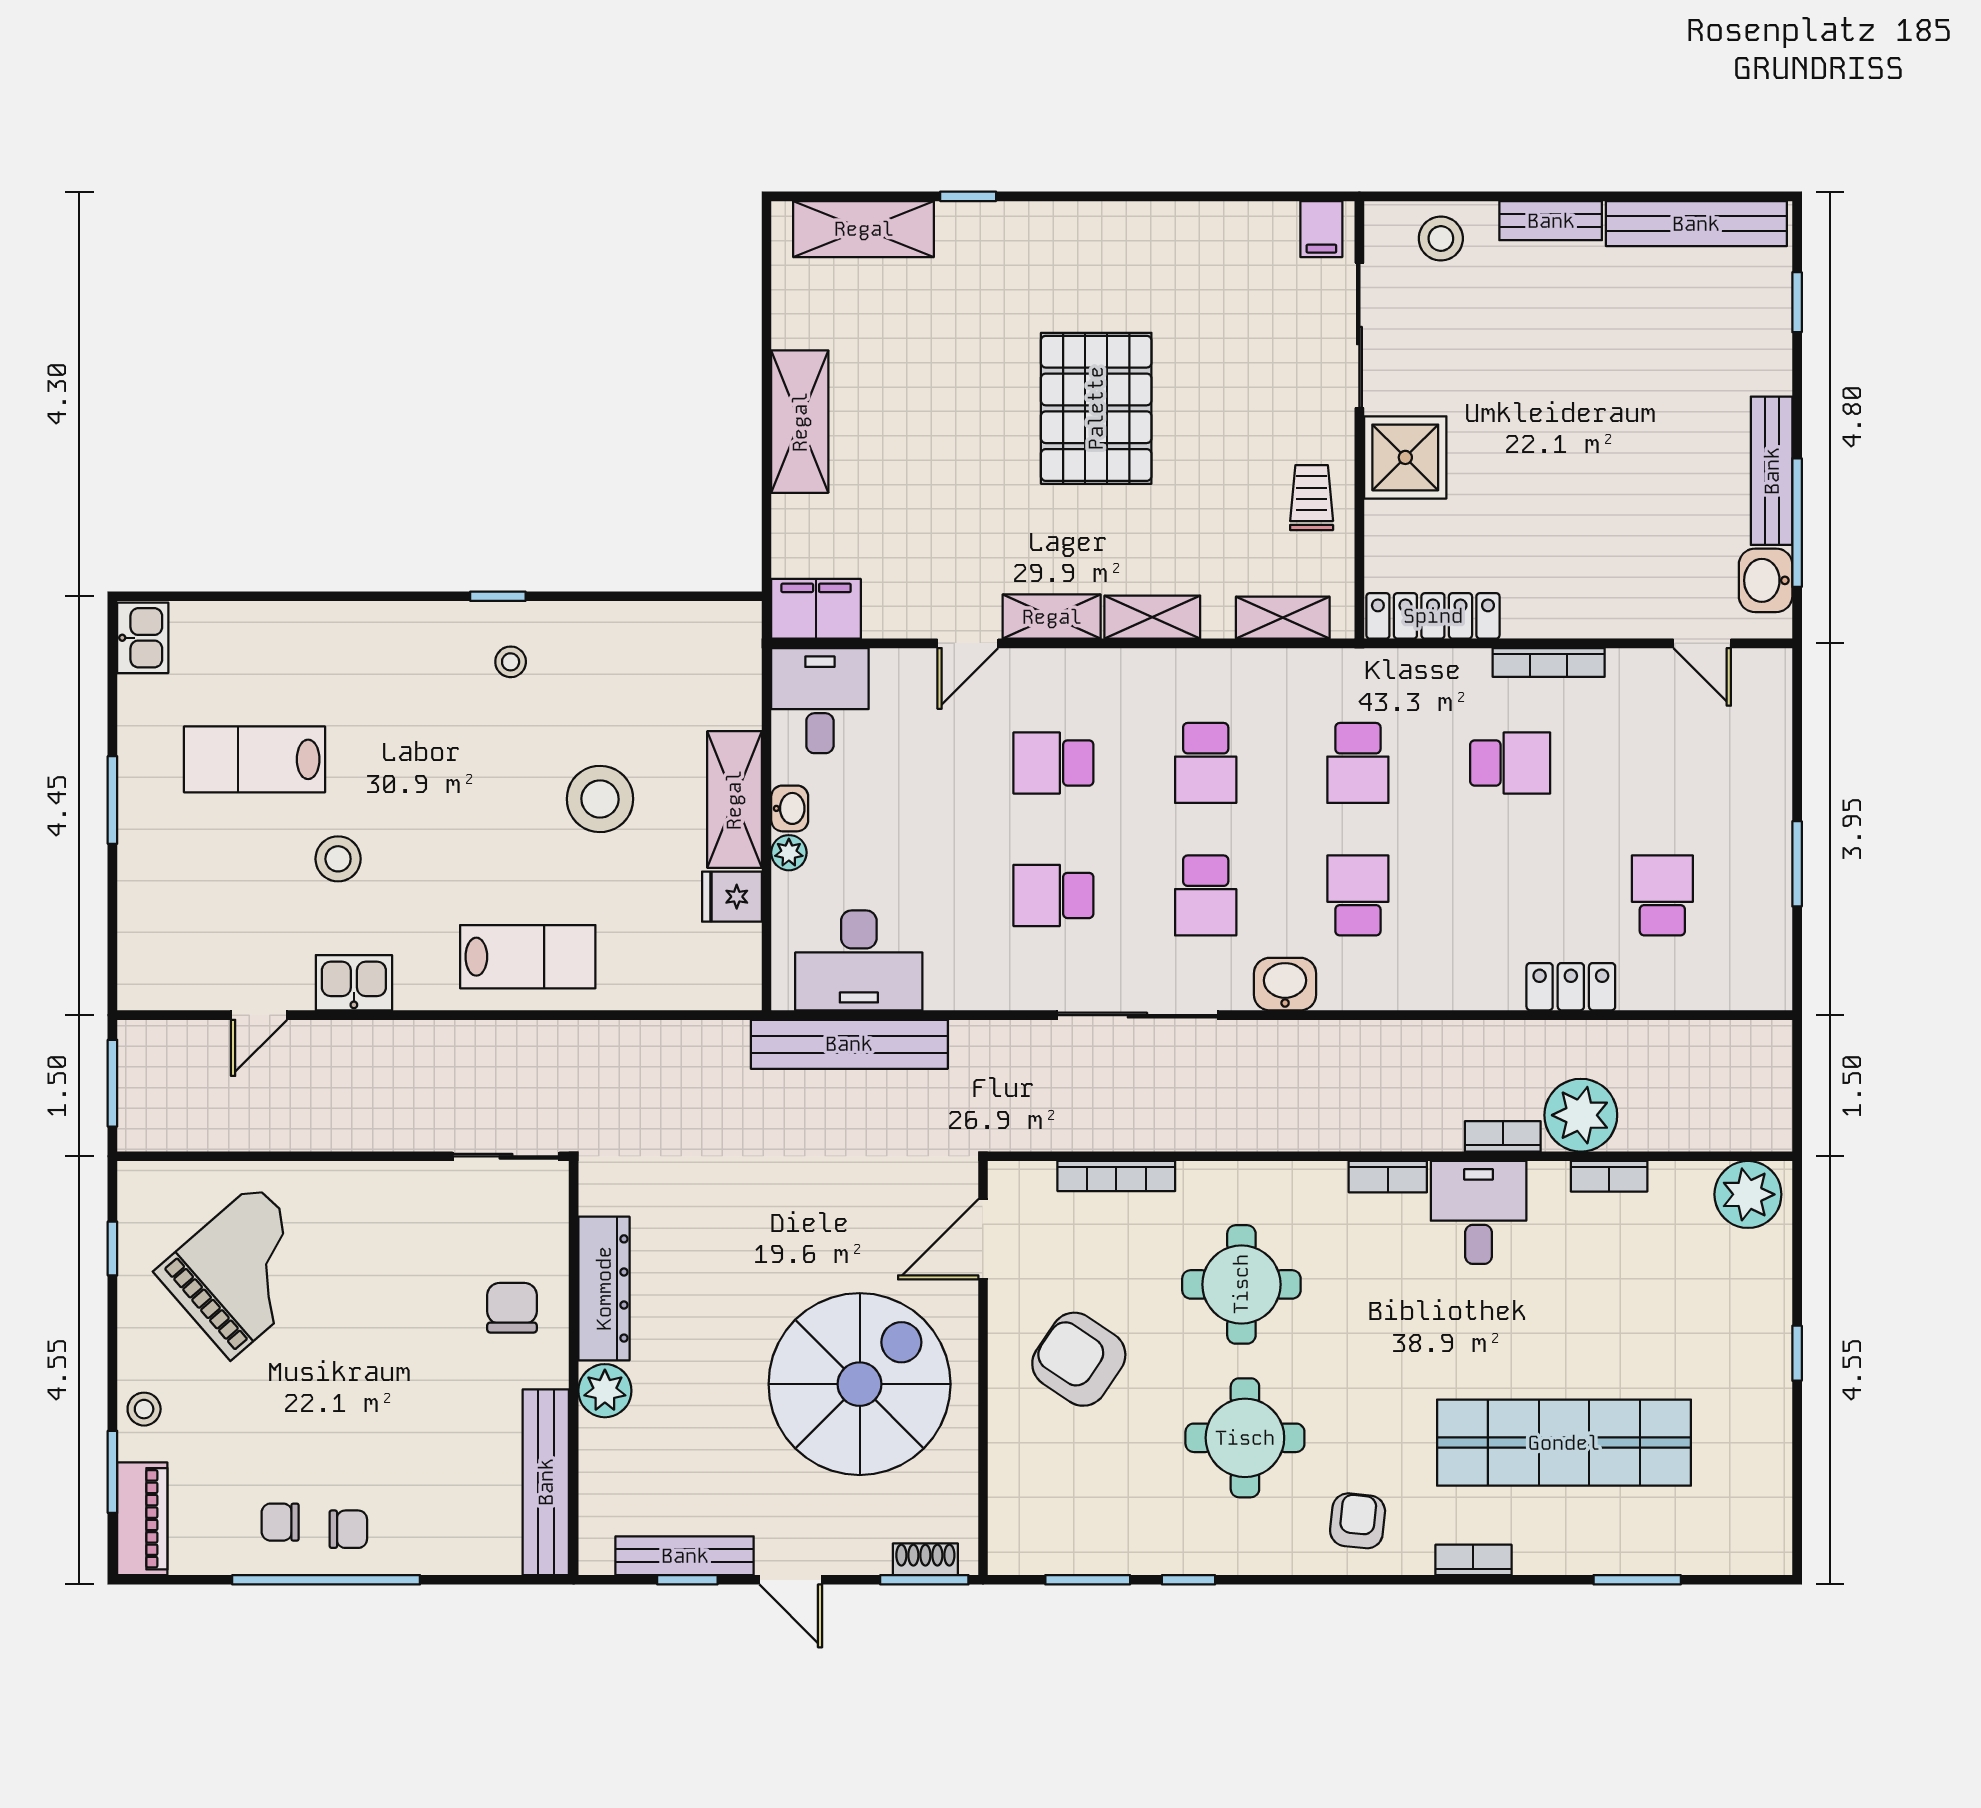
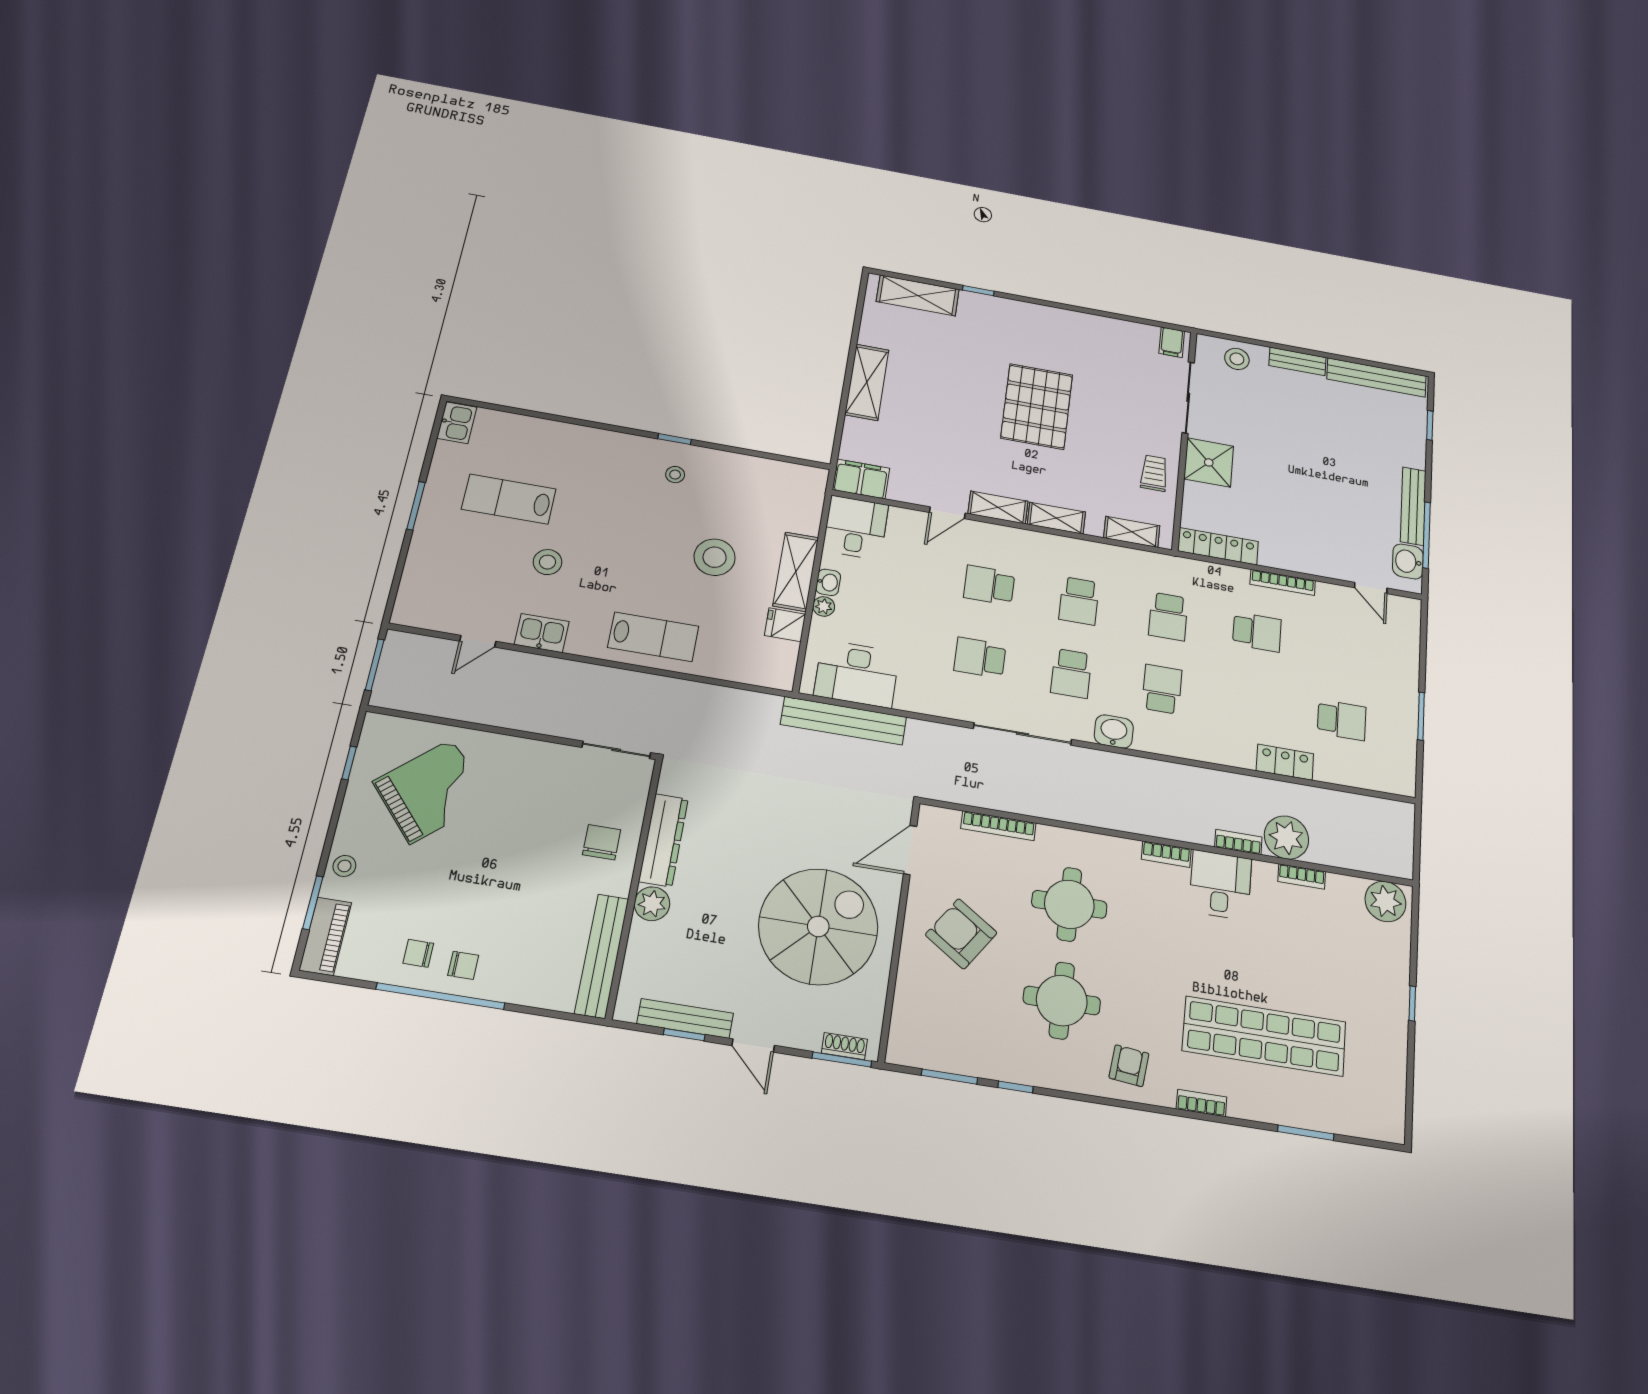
school desk: (1662, 895) -> (1342, 720), turned 90

